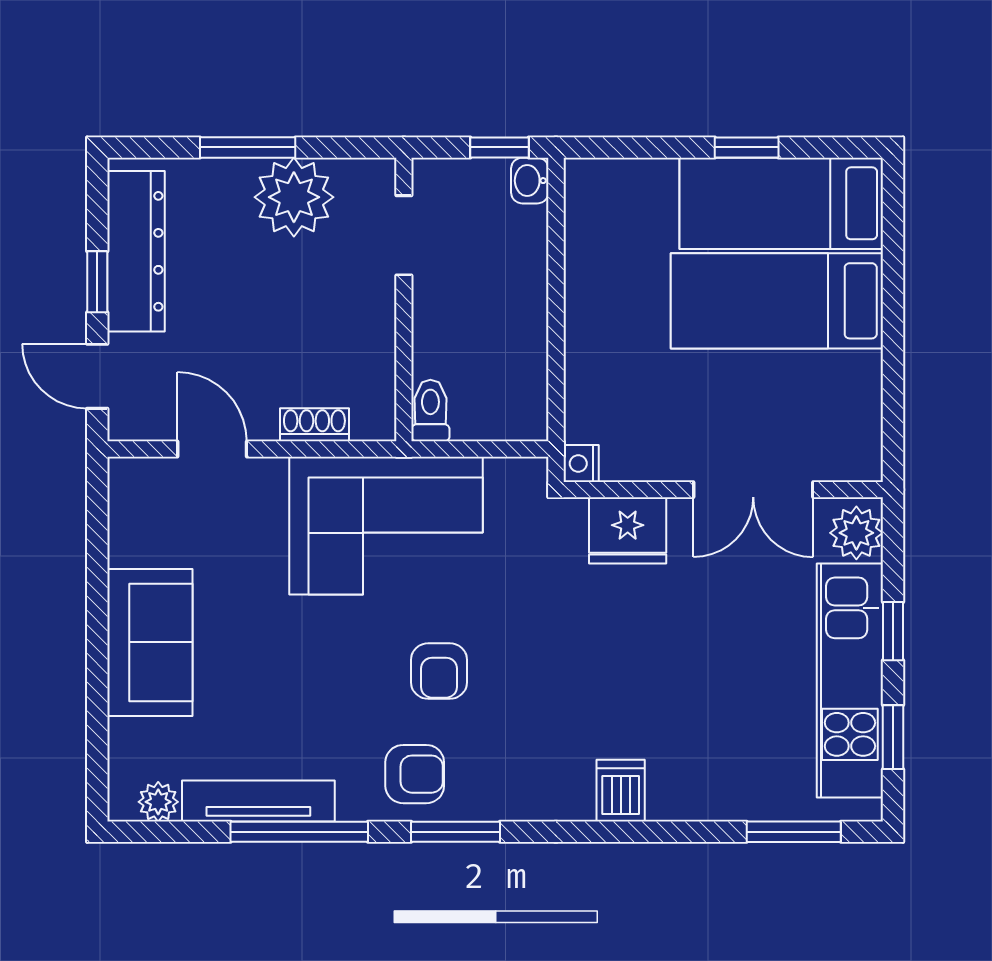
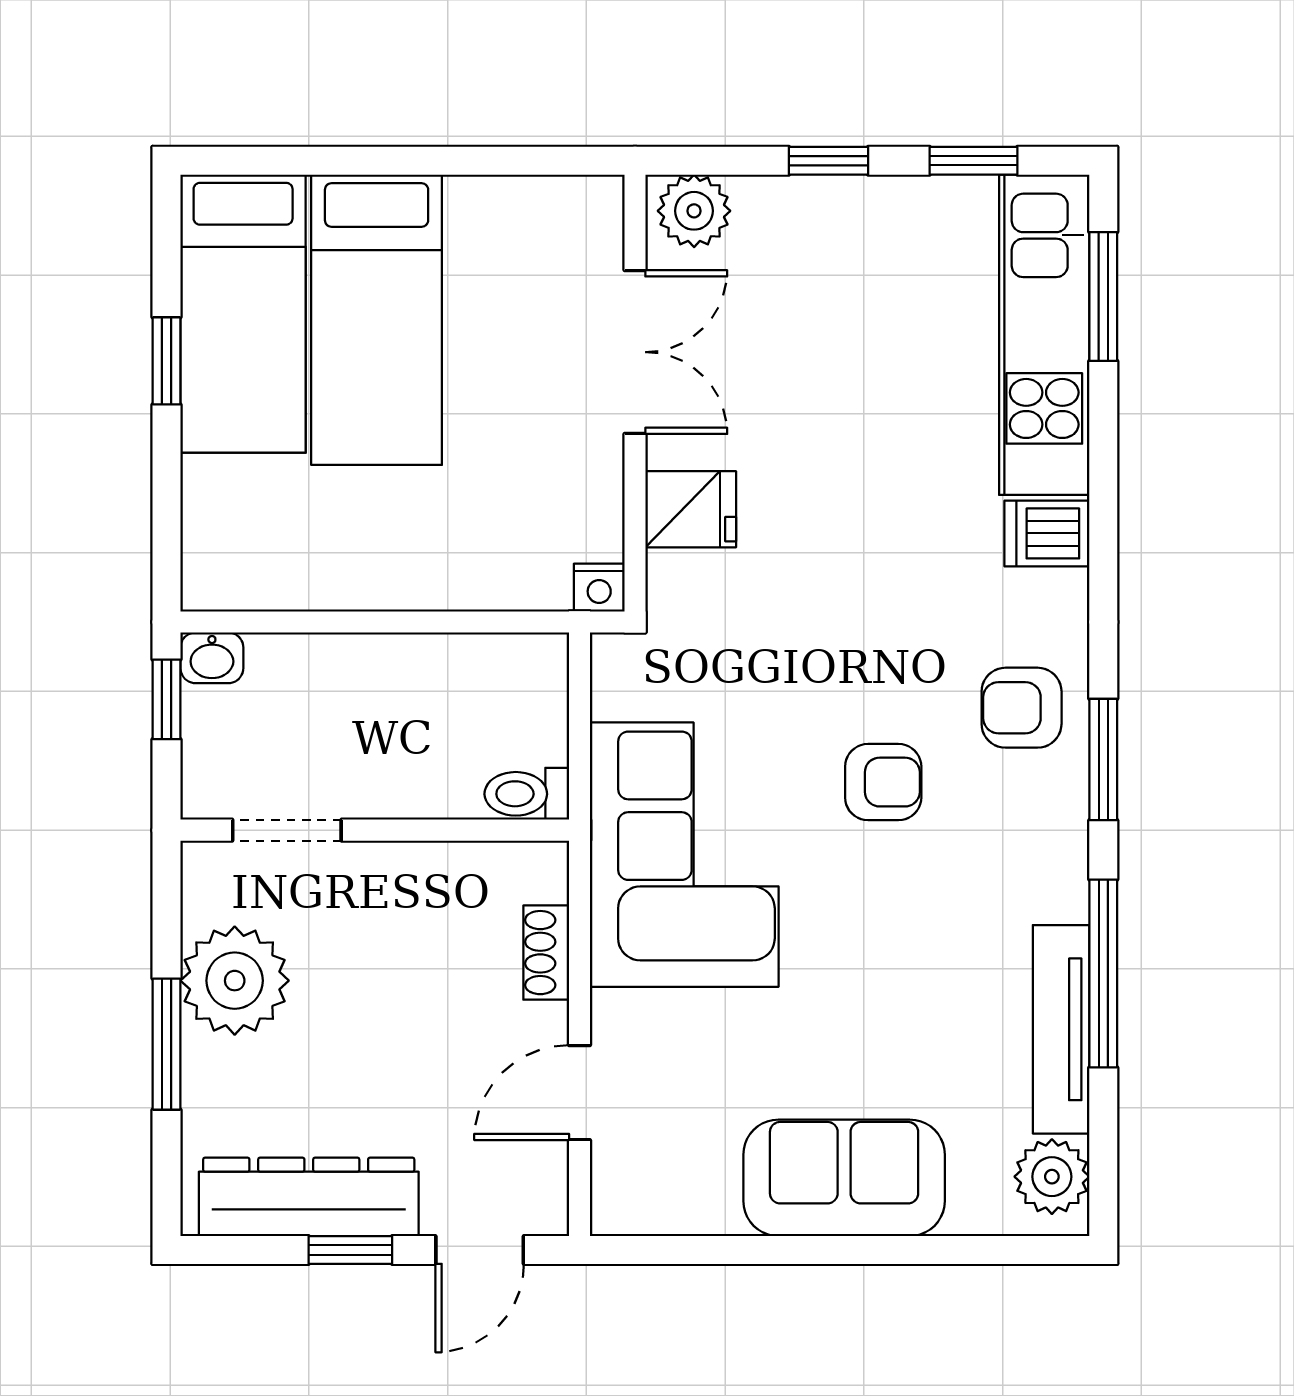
fridge: (628, 530) -> (691, 509), width x0.72
kitchen unit: (850, 680) -> (1044, 335), moved, turned 90
armchair: (415, 774) -> (1022, 708), moved, turned -90
plant: (158, 802) -> (1052, 1177), width x1.38, depth x1.38

